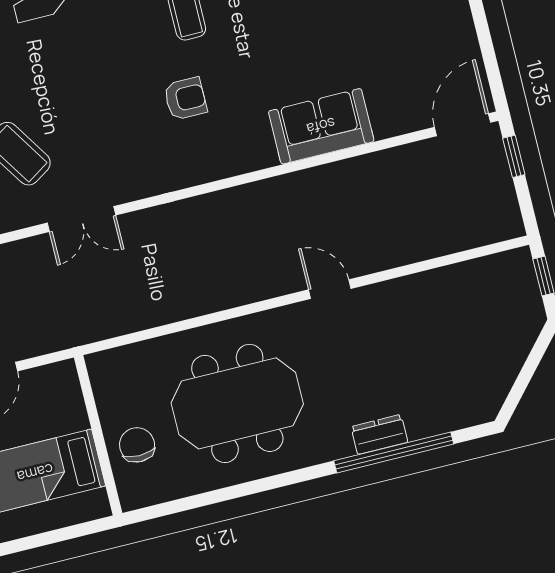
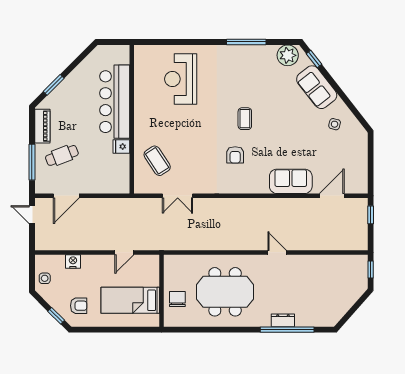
armchair: (185, 99) -> (235, 155), turned 90
door: (463, 125) -> (332, 196), moved

